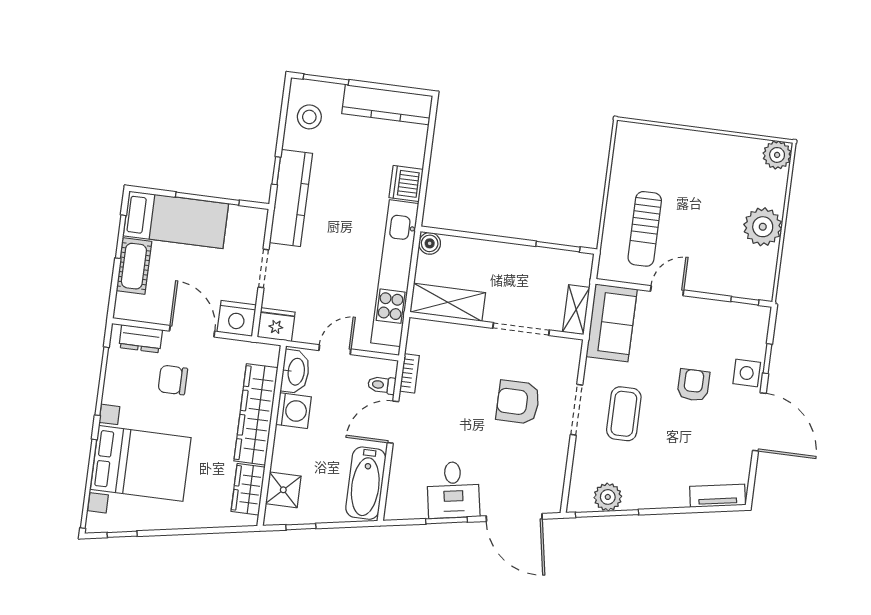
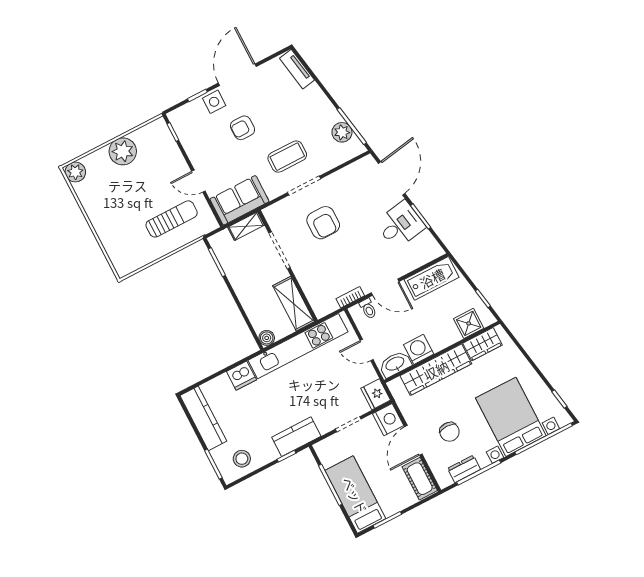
kitchen counter: (291, 198) -> (296, 437), width x0.67
cot: (134, 266) -> (420, 479), moved, turned 90
dresser: (141, 339) -> (464, 469), moved, turned -90

